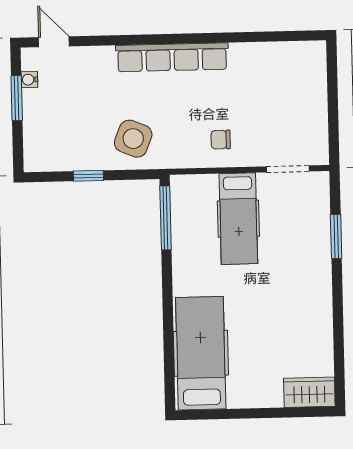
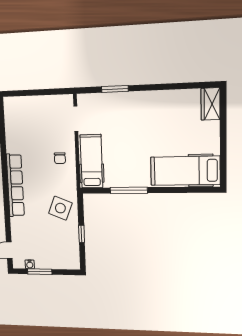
window: (166, 218) -> (129, 190), moved
hospital bed: (238, 219) -> (91, 161), moved, turned -90

